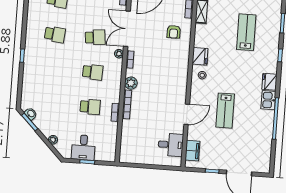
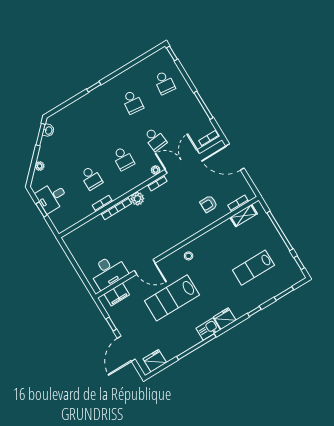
lab bench: (246, 32) -> (253, 268), turned 180
fridge: (200, 56) -> (155, 361), moved, turned 180
lab bench: (225, 111) -> (172, 298), width x1.36, depth x1.39
desk: (171, 145) -> (108, 272), width x1.37

